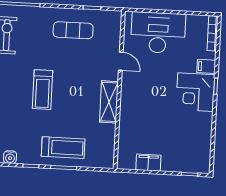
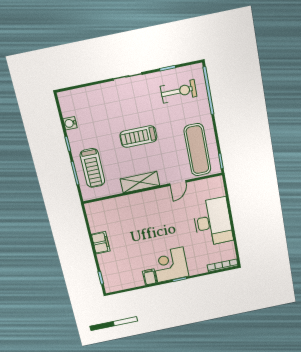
exercise mat: (73, 30) -> (197, 150), width x1.36, depth x1.45
door: (121, 61) -> (178, 183), moved
filing cabinet: (206, 66) -> (150, 277), moved
wall: (119, 90) -> (153, 188), moved
shelving: (109, 102) -> (140, 182), moved

